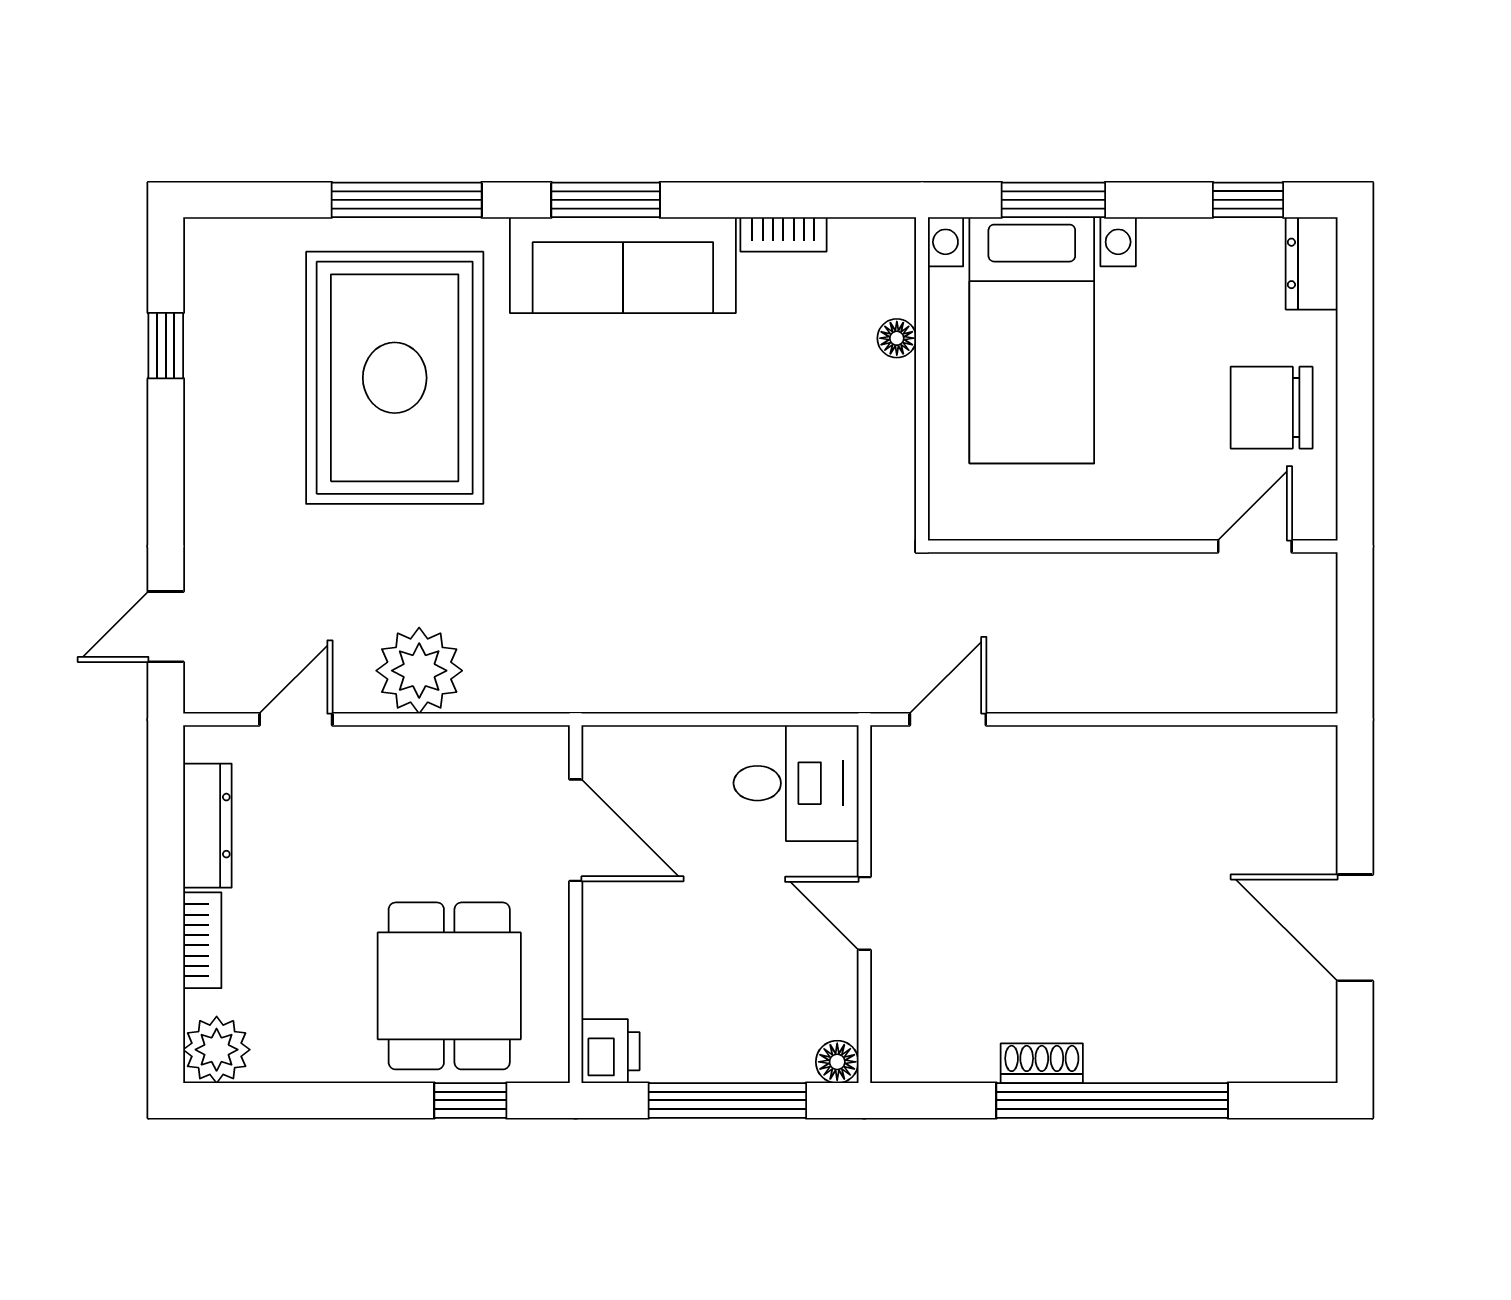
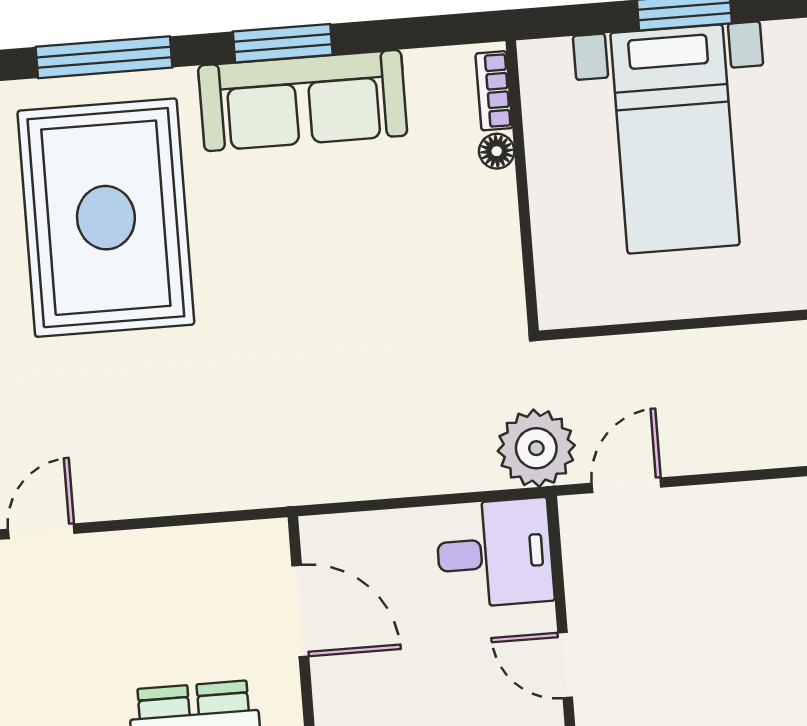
bookcase: (783, 234) -> (494, 91), moved, turned 90
floor lamp: (897, 338) -> (497, 151), moved
wall: (922, 379) -> (522, 186), moved
plant: (419, 671) -> (536, 448), moved

